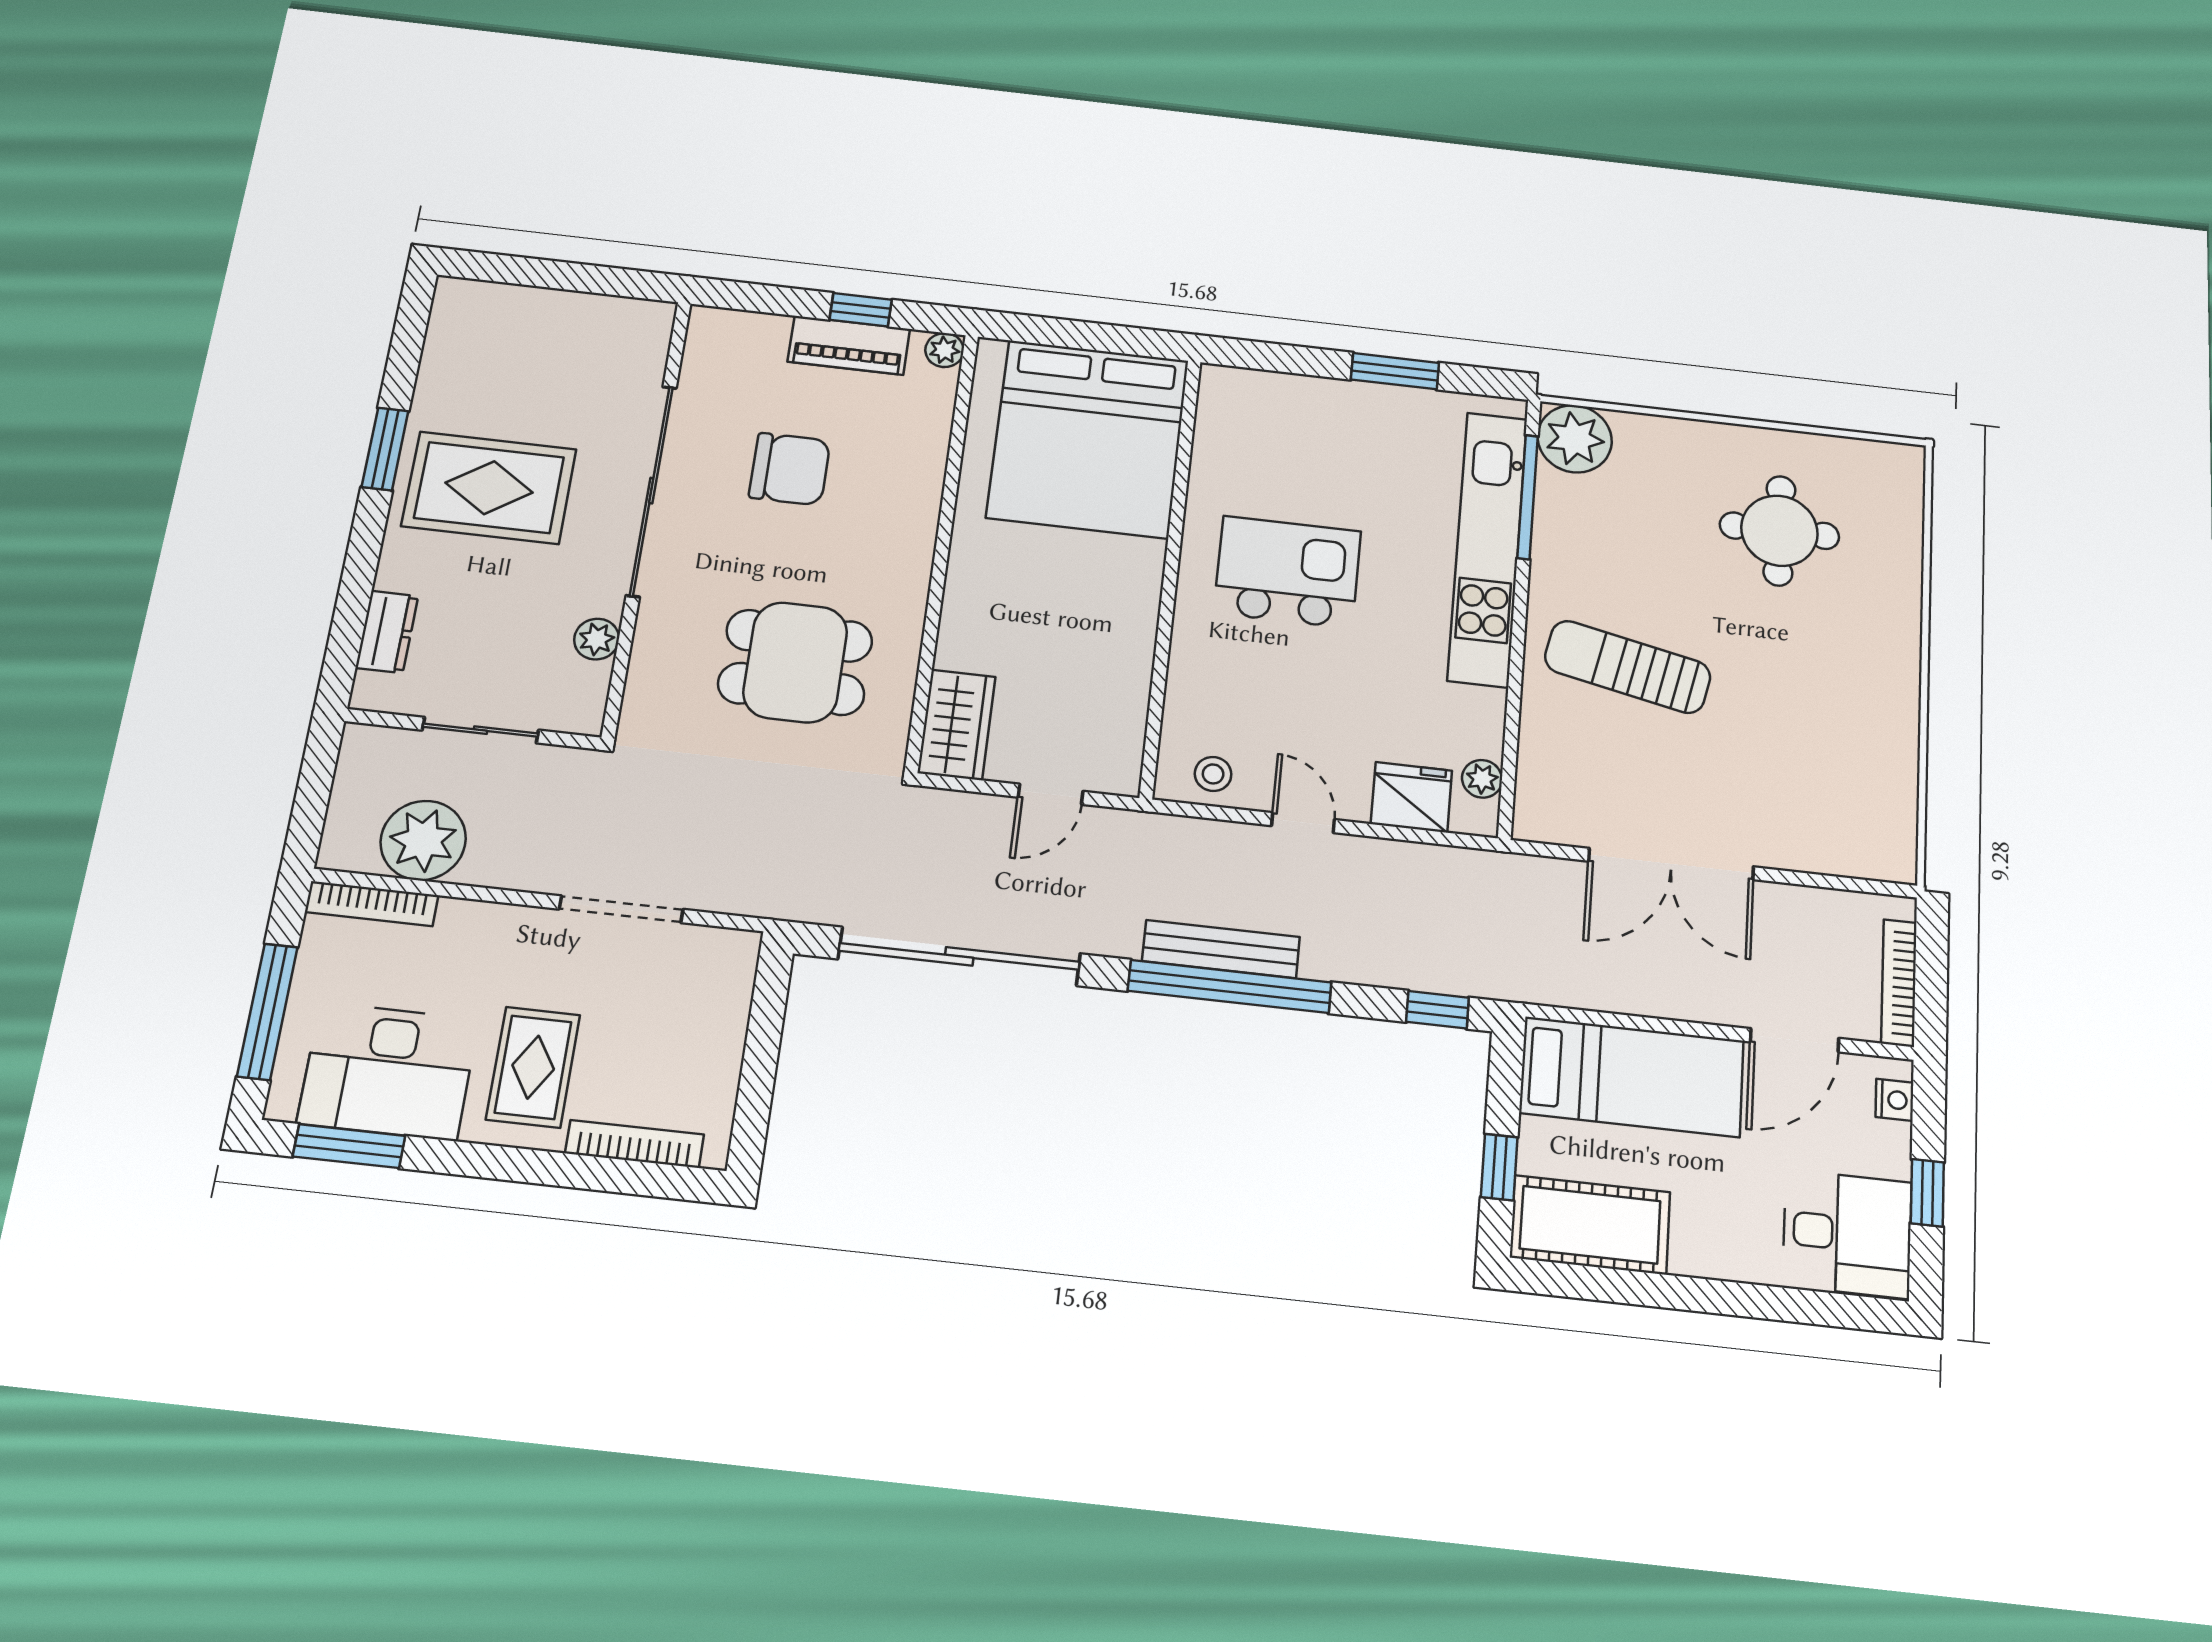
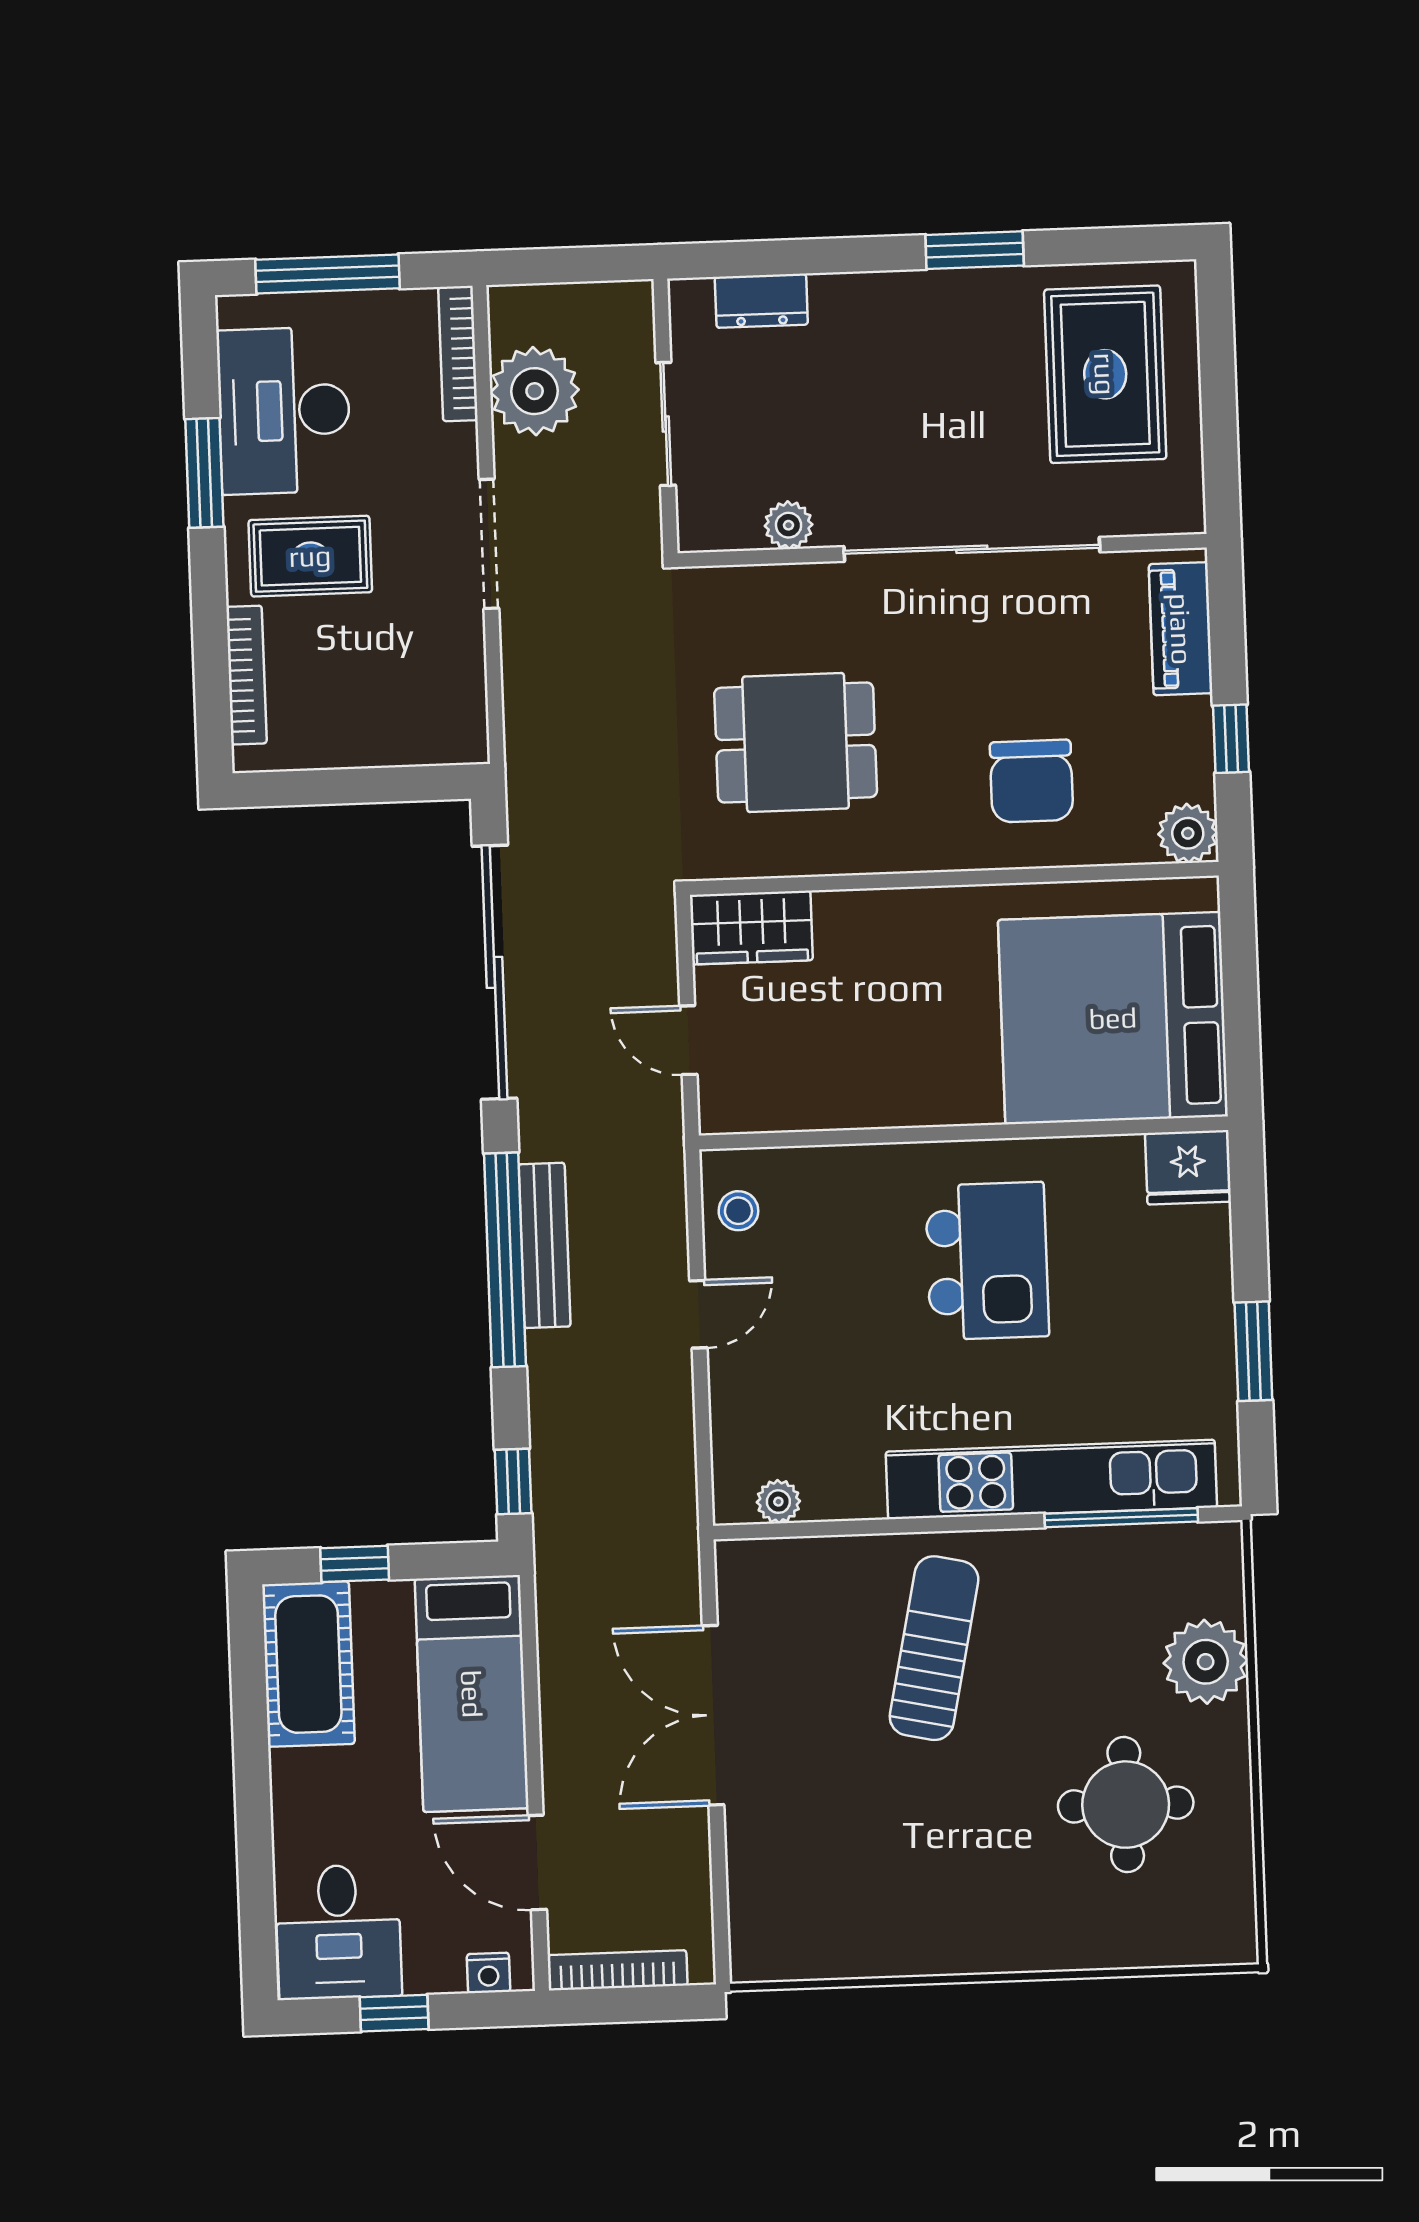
piano: (849, 345) -> (1181, 629), moved
plant: (945, 350) -> (1188, 833), width x1.38, depth x1.38
plant: (1575, 439) -> (1206, 1662), moved
chair: (790, 469) -> (1031, 781), moved
rug: (489, 488) -> (1105, 374), moved
dining table: (795, 662) -> (796, 742), turned 90
fridge: (1411, 797) -> (1188, 1167), moved, turned 90
doorway: (621, 909) -> (489, 544), moved
window: (349, 1146) -> (204, 473), moved

